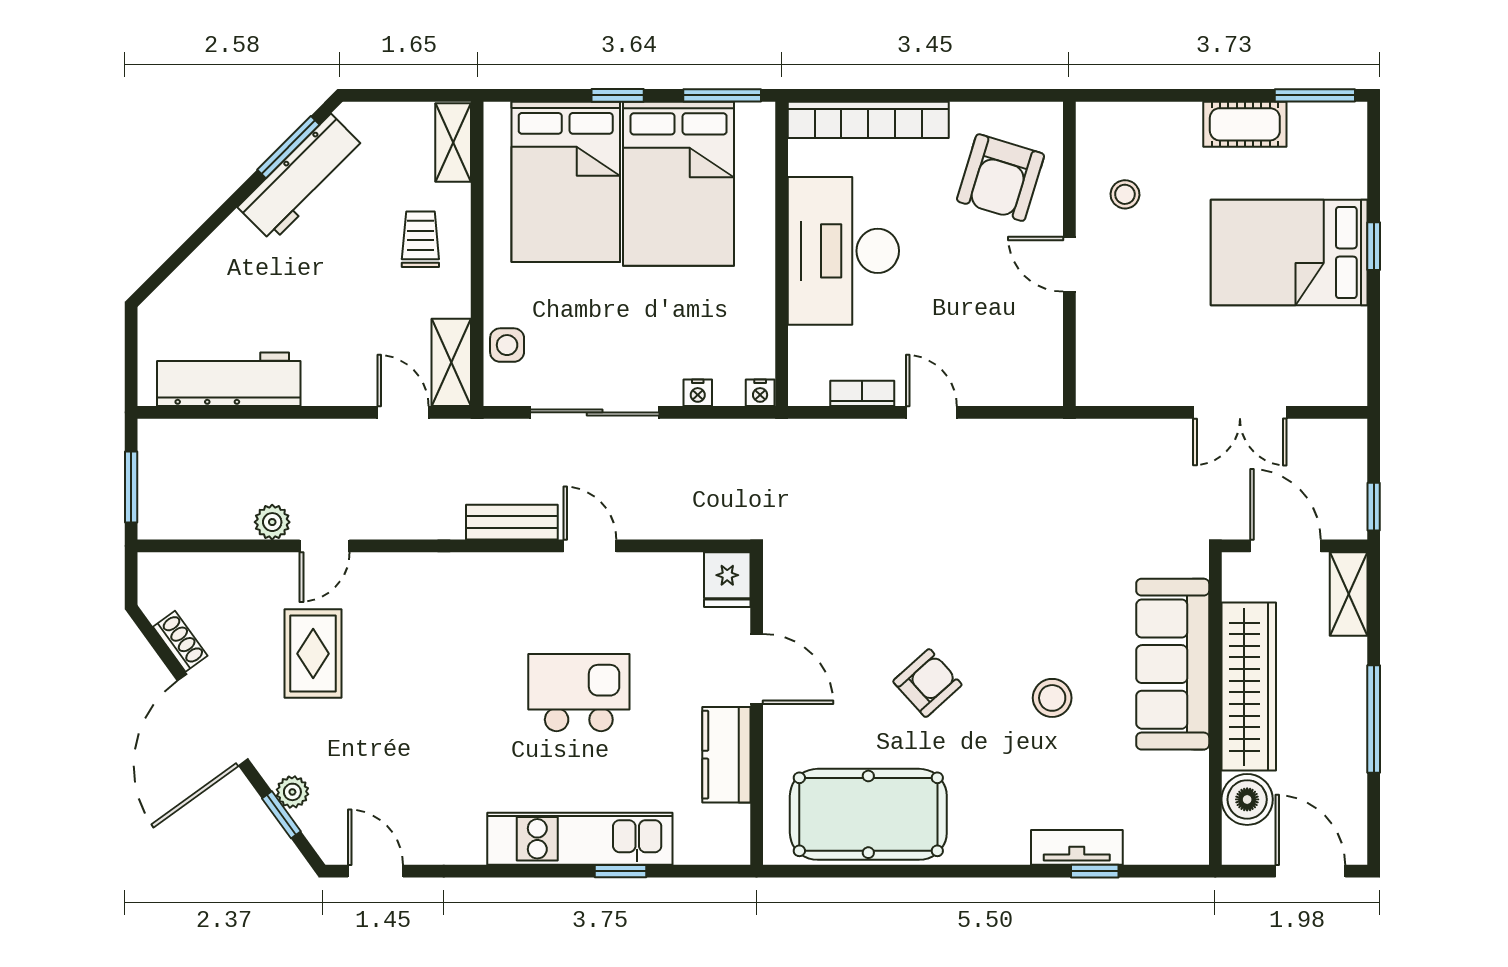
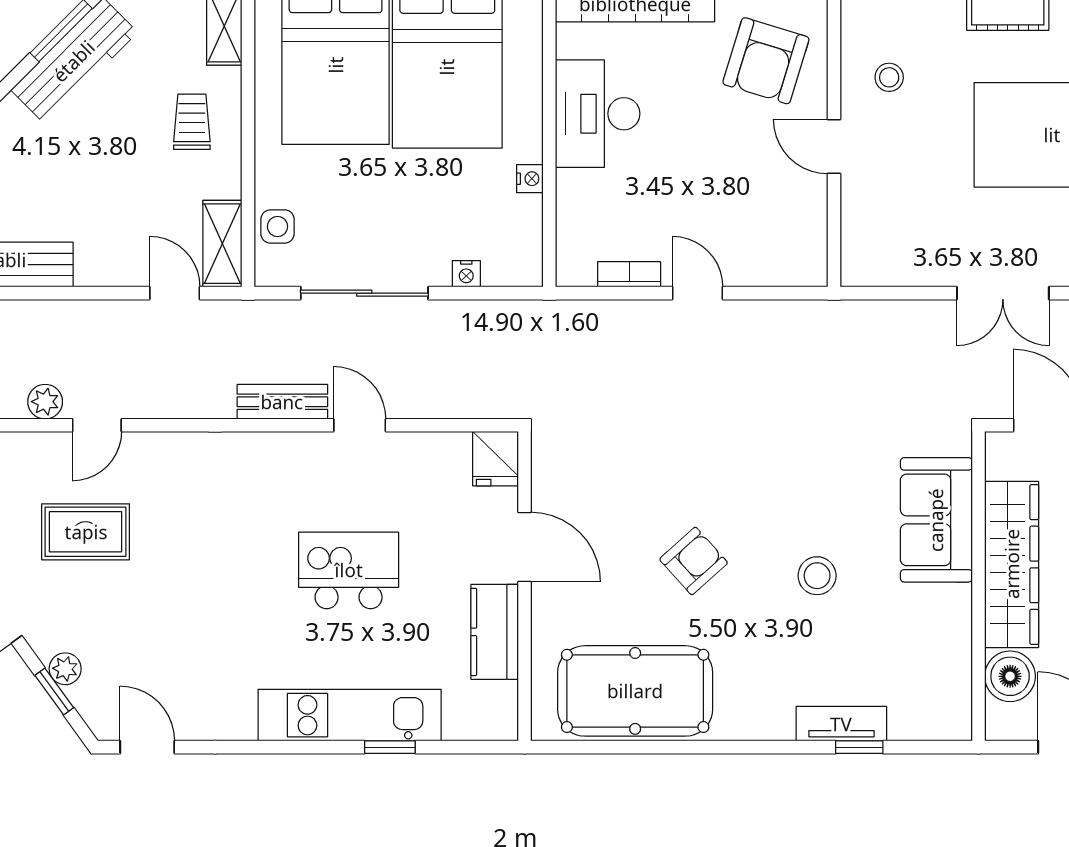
desk: (843, 251) -> (598, 114), width x0.73, depth x0.77
nightstand: (760, 393) -> (530, 179), moved, turned -90
rug: (313, 654) -> (86, 532), turned 90
sofa: (1173, 664) -> (936, 520), width x0.73

